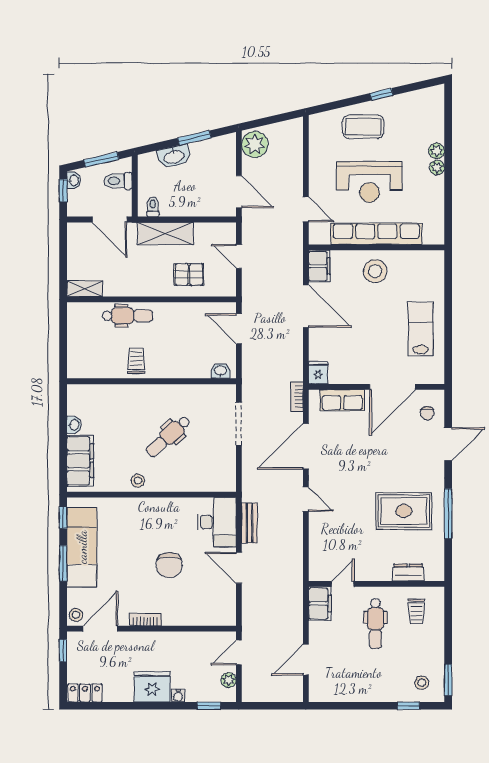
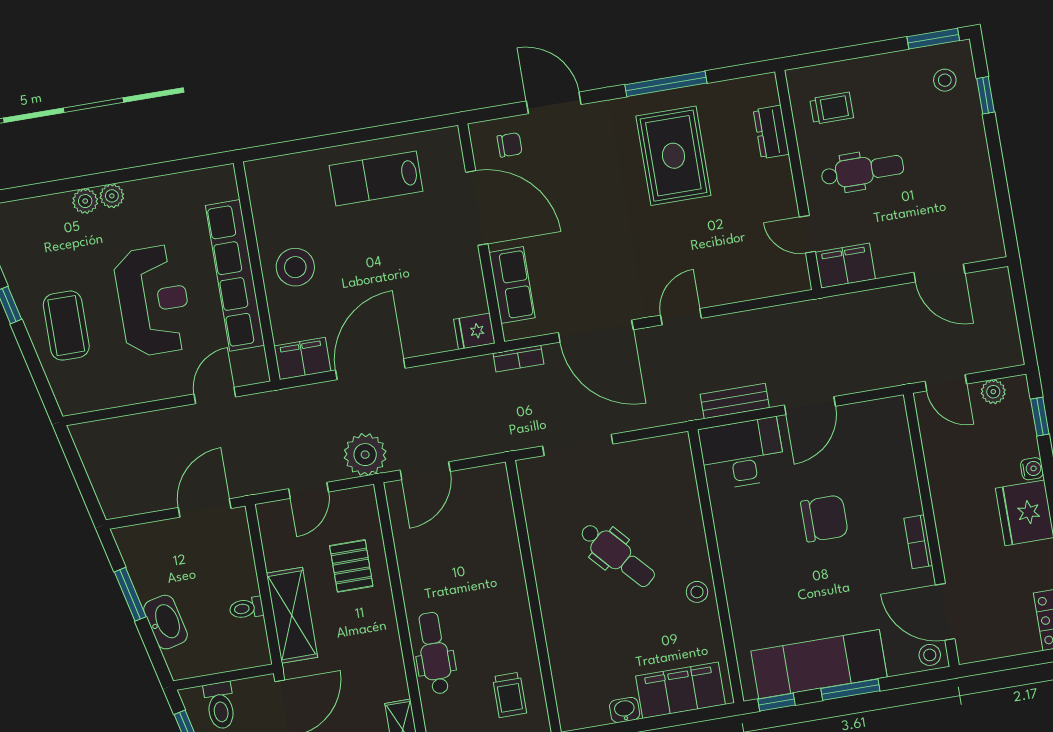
plant: (255, 144) -> (365, 455), moved
toilet: (153, 207) -> (246, 608), moved
trolley: (136, 361) -> (509, 695), moved, turned -90
washbasin: (220, 371) -> (498, 489), removed
window: (63, 651) -> (991, 666), removed

